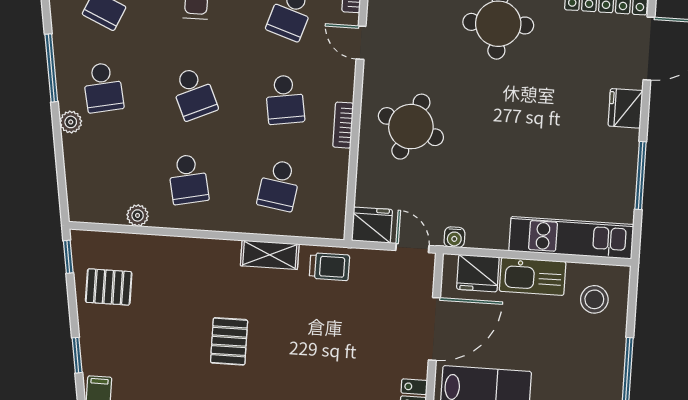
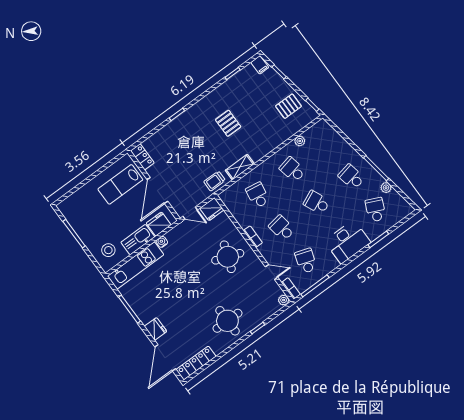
plant: (71, 122) -> (386, 188), moved
water cooler: (454, 237) -> (162, 242), moved

